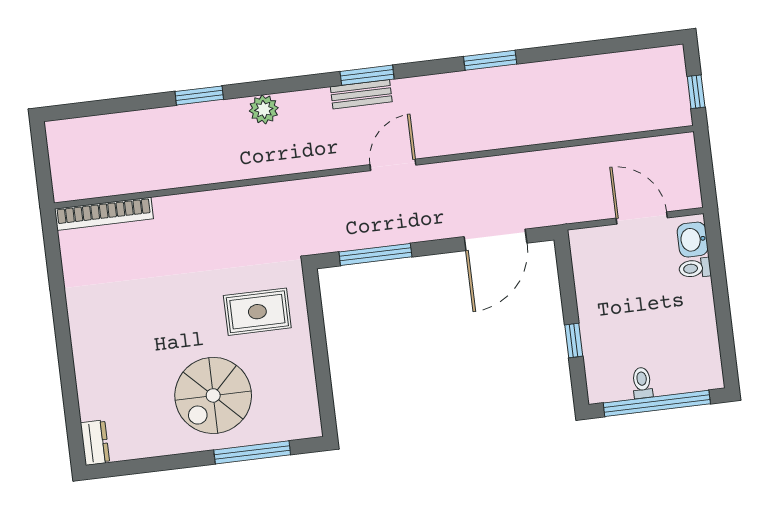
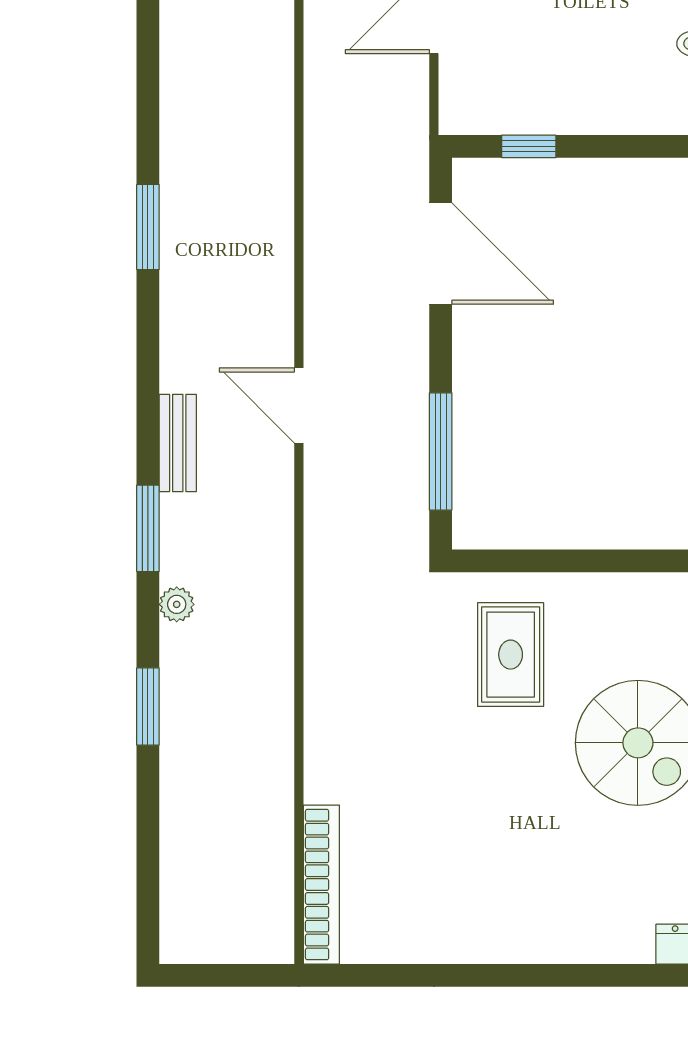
window: (367, 75) -> (148, 528), moved
plant: (264, 109) -> (177, 604), width x0.73, depth x0.73
window: (574, 341) -> (529, 146), moved

